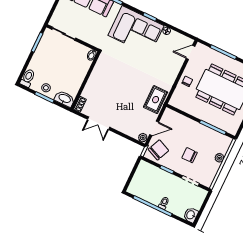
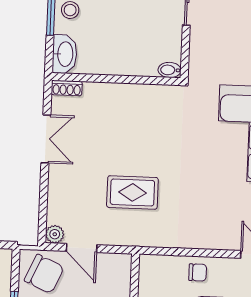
rug: (156, 100) -> (132, 192), moved
double door: (99, 123) -> (46, 139), swing flipped

